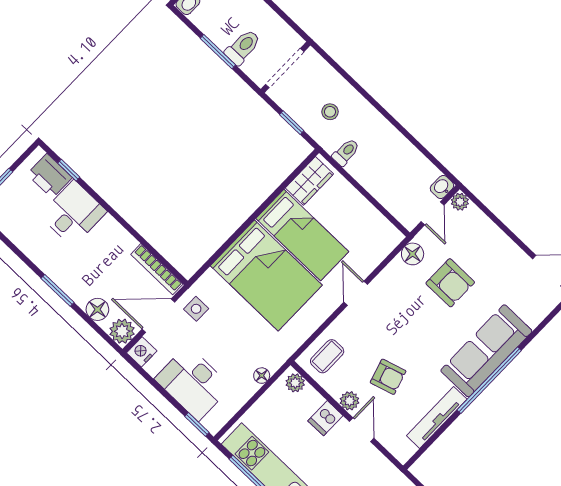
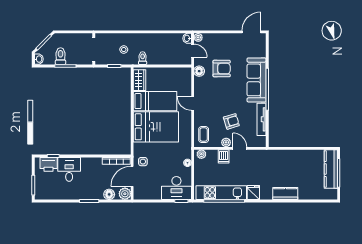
toilet: (243, 47) -> (61, 56), moved
nightstand: (142, 352) -> (138, 194), removed
desk: (193, 383) -> (176, 188), moved

